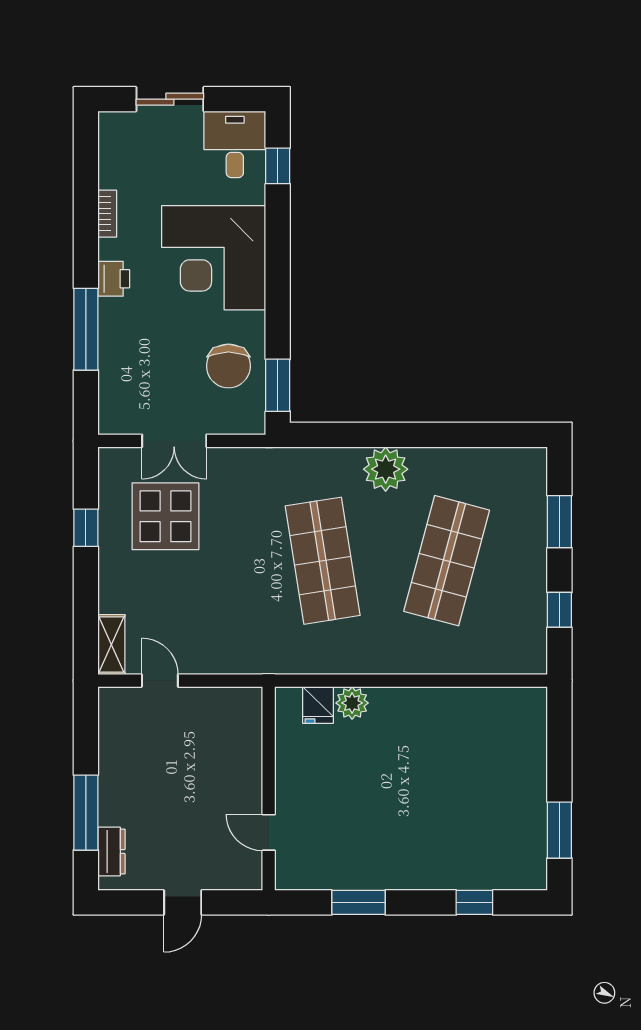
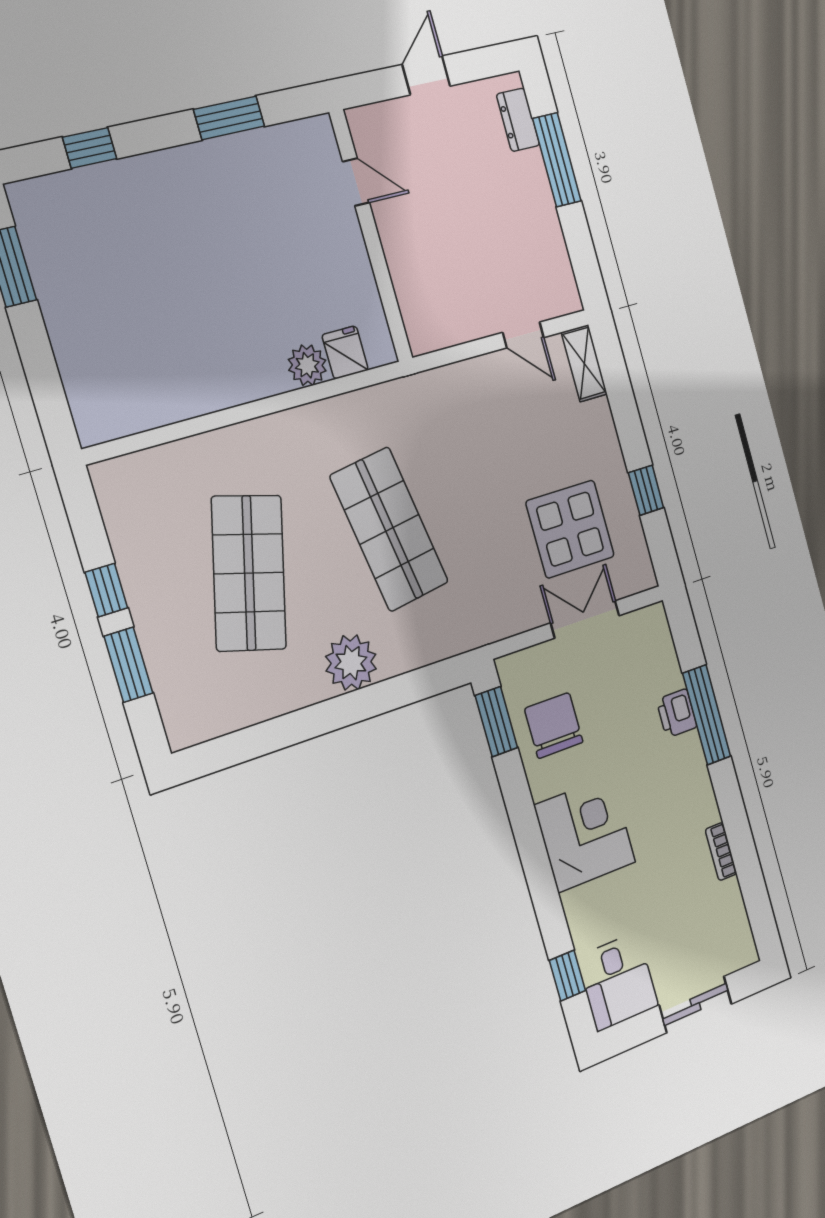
corner desk: (214, 258) -> (585, 834), width x0.74, depth x0.74
printer: (114, 279) -> (677, 713), moved
window: (559, 610) -> (106, 590), moved

